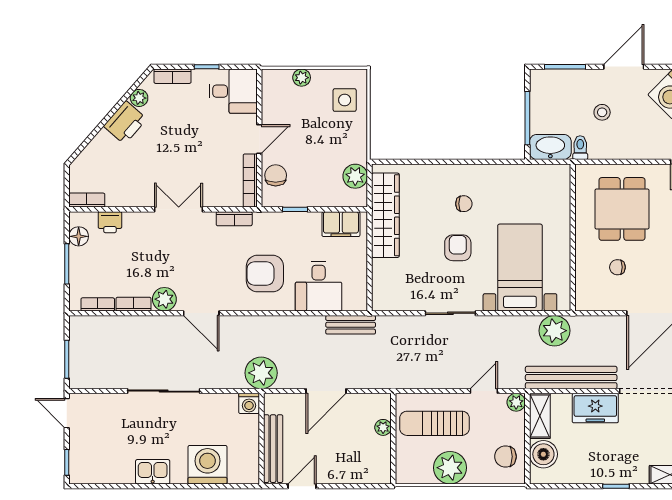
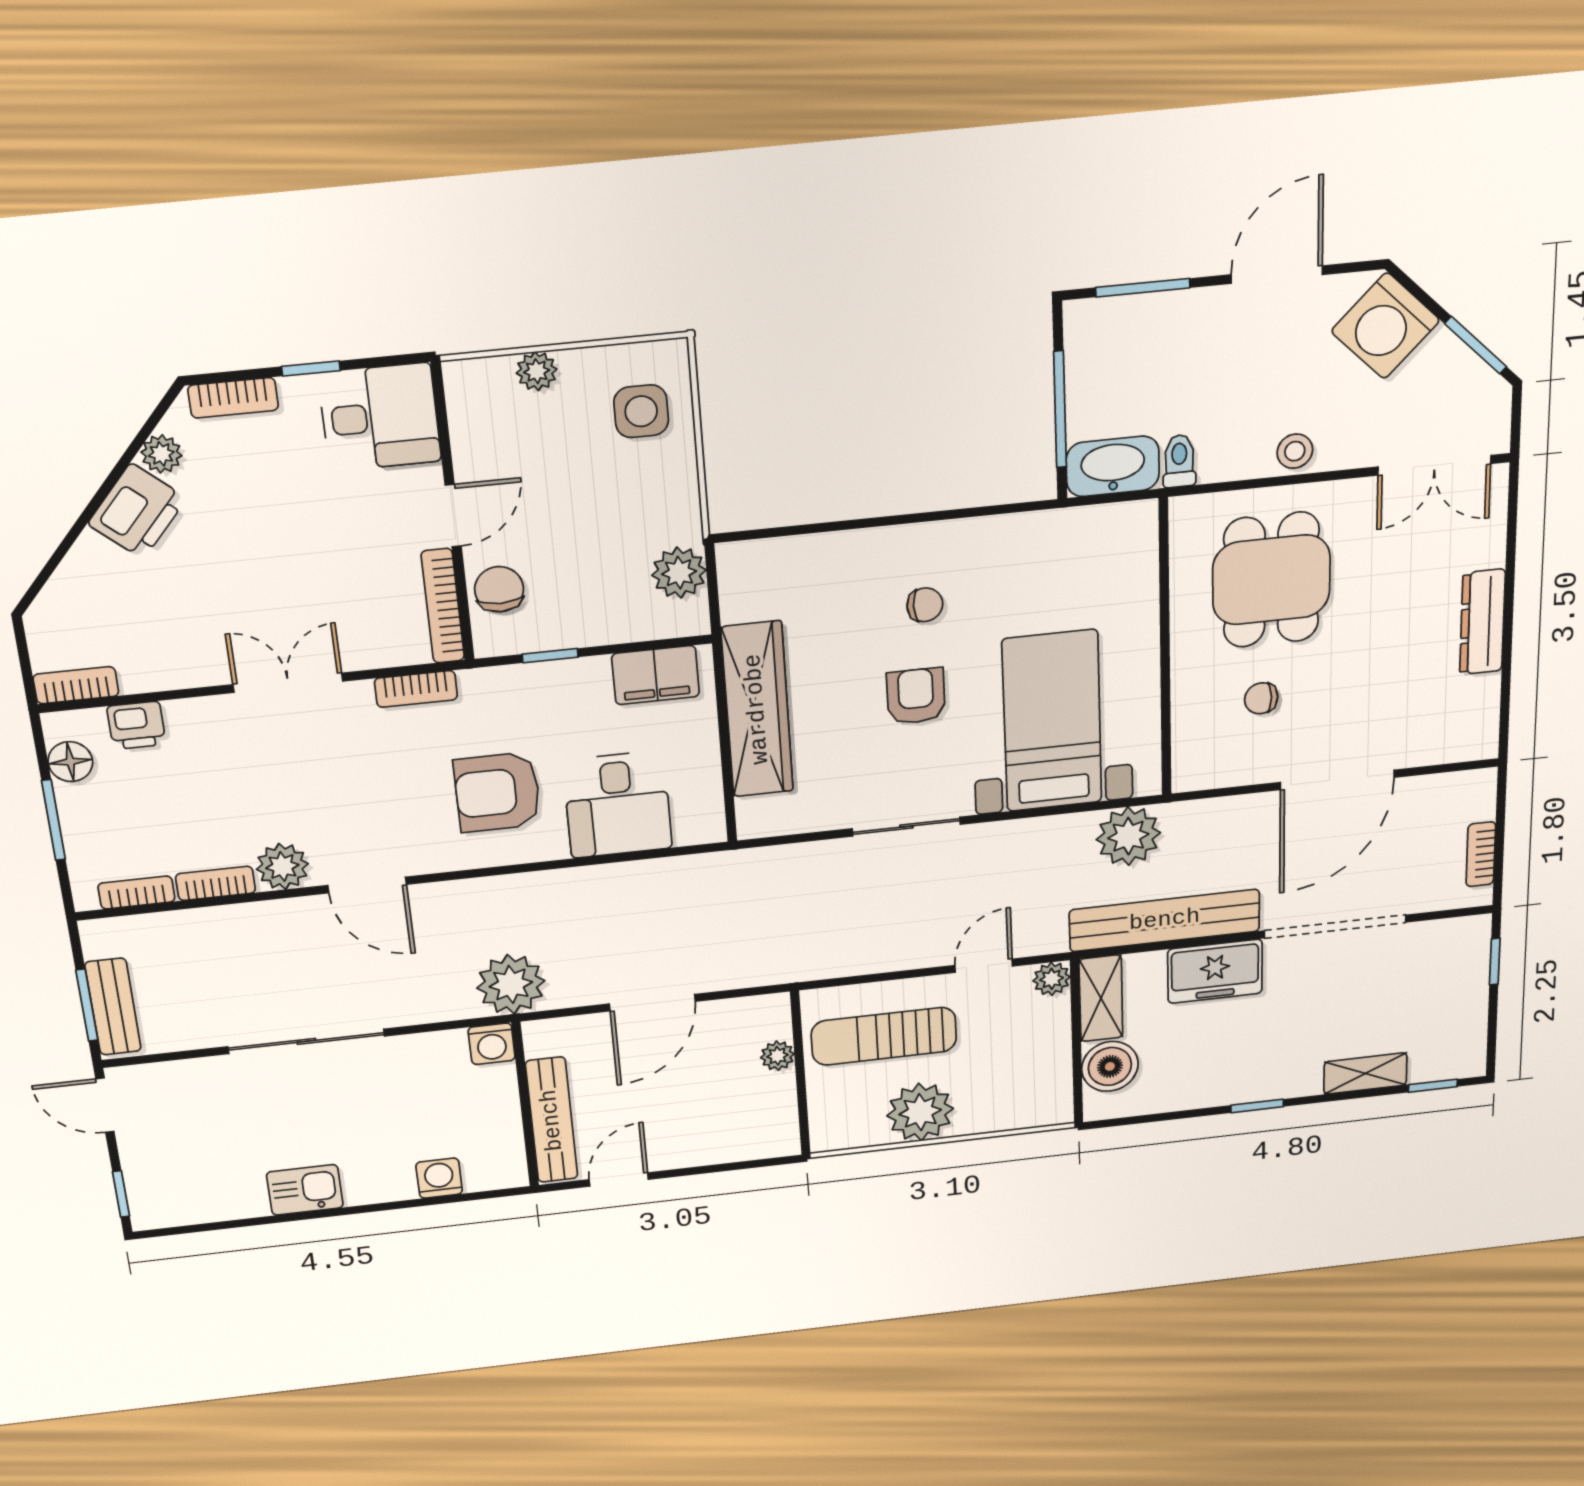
stool: (602, 112) -> (1295, 451), moved
wardrobe: (385, 215) -> (757, 709), moved
bench: (351, 325) -> (113, 1007), moved, turned 90
chair: (505, 457) -> (1033, 1079), removed
washing machine: (207, 465) -> (439, 1178), width x0.53, depth x0.53

